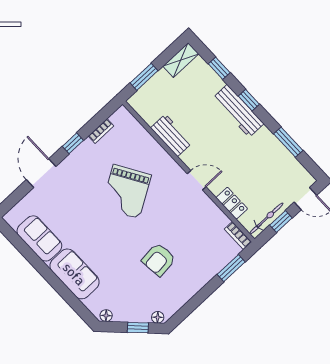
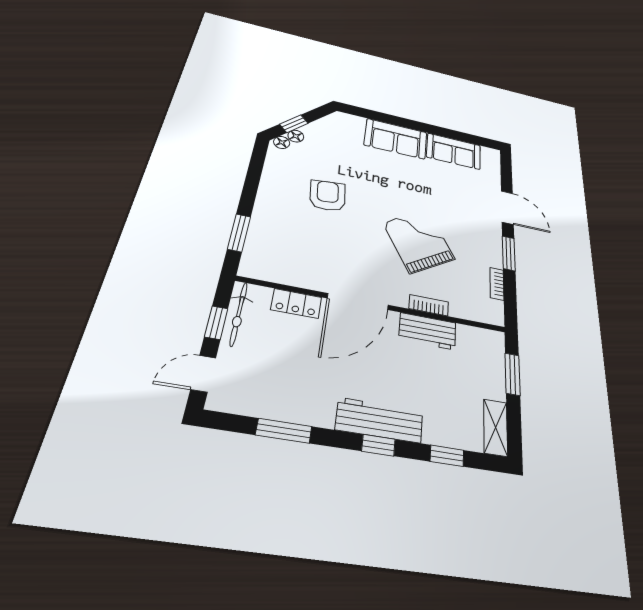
window: (73, 143) -> (509, 253), width x1.50
door: (197, 180) -> (358, 302), width x1.87
bookcase: (238, 236) -> (429, 305), moved
floor lamp: (106, 316) -> (296, 136), moved

